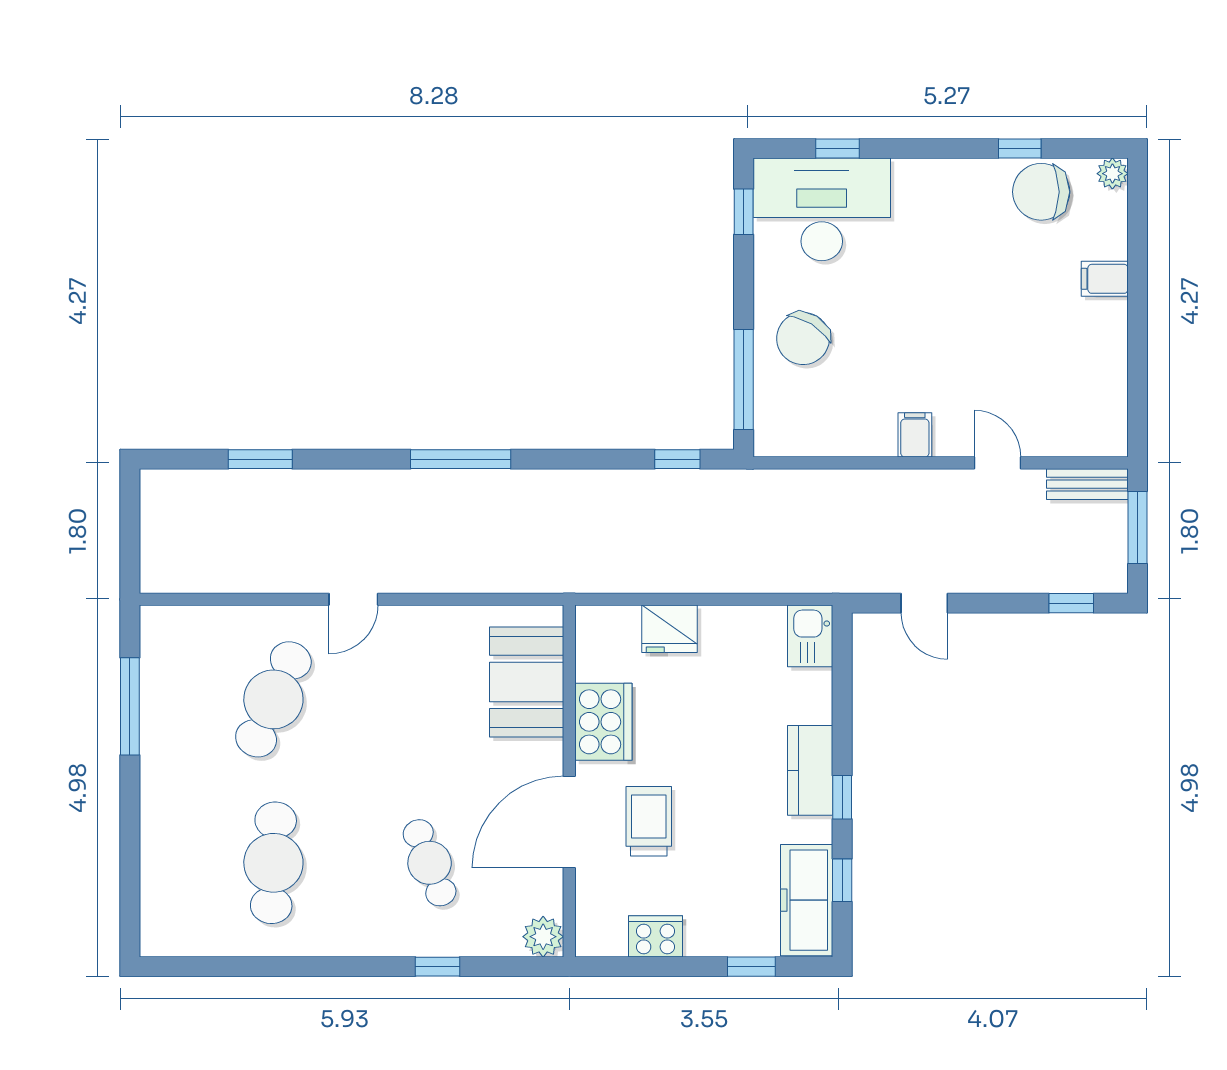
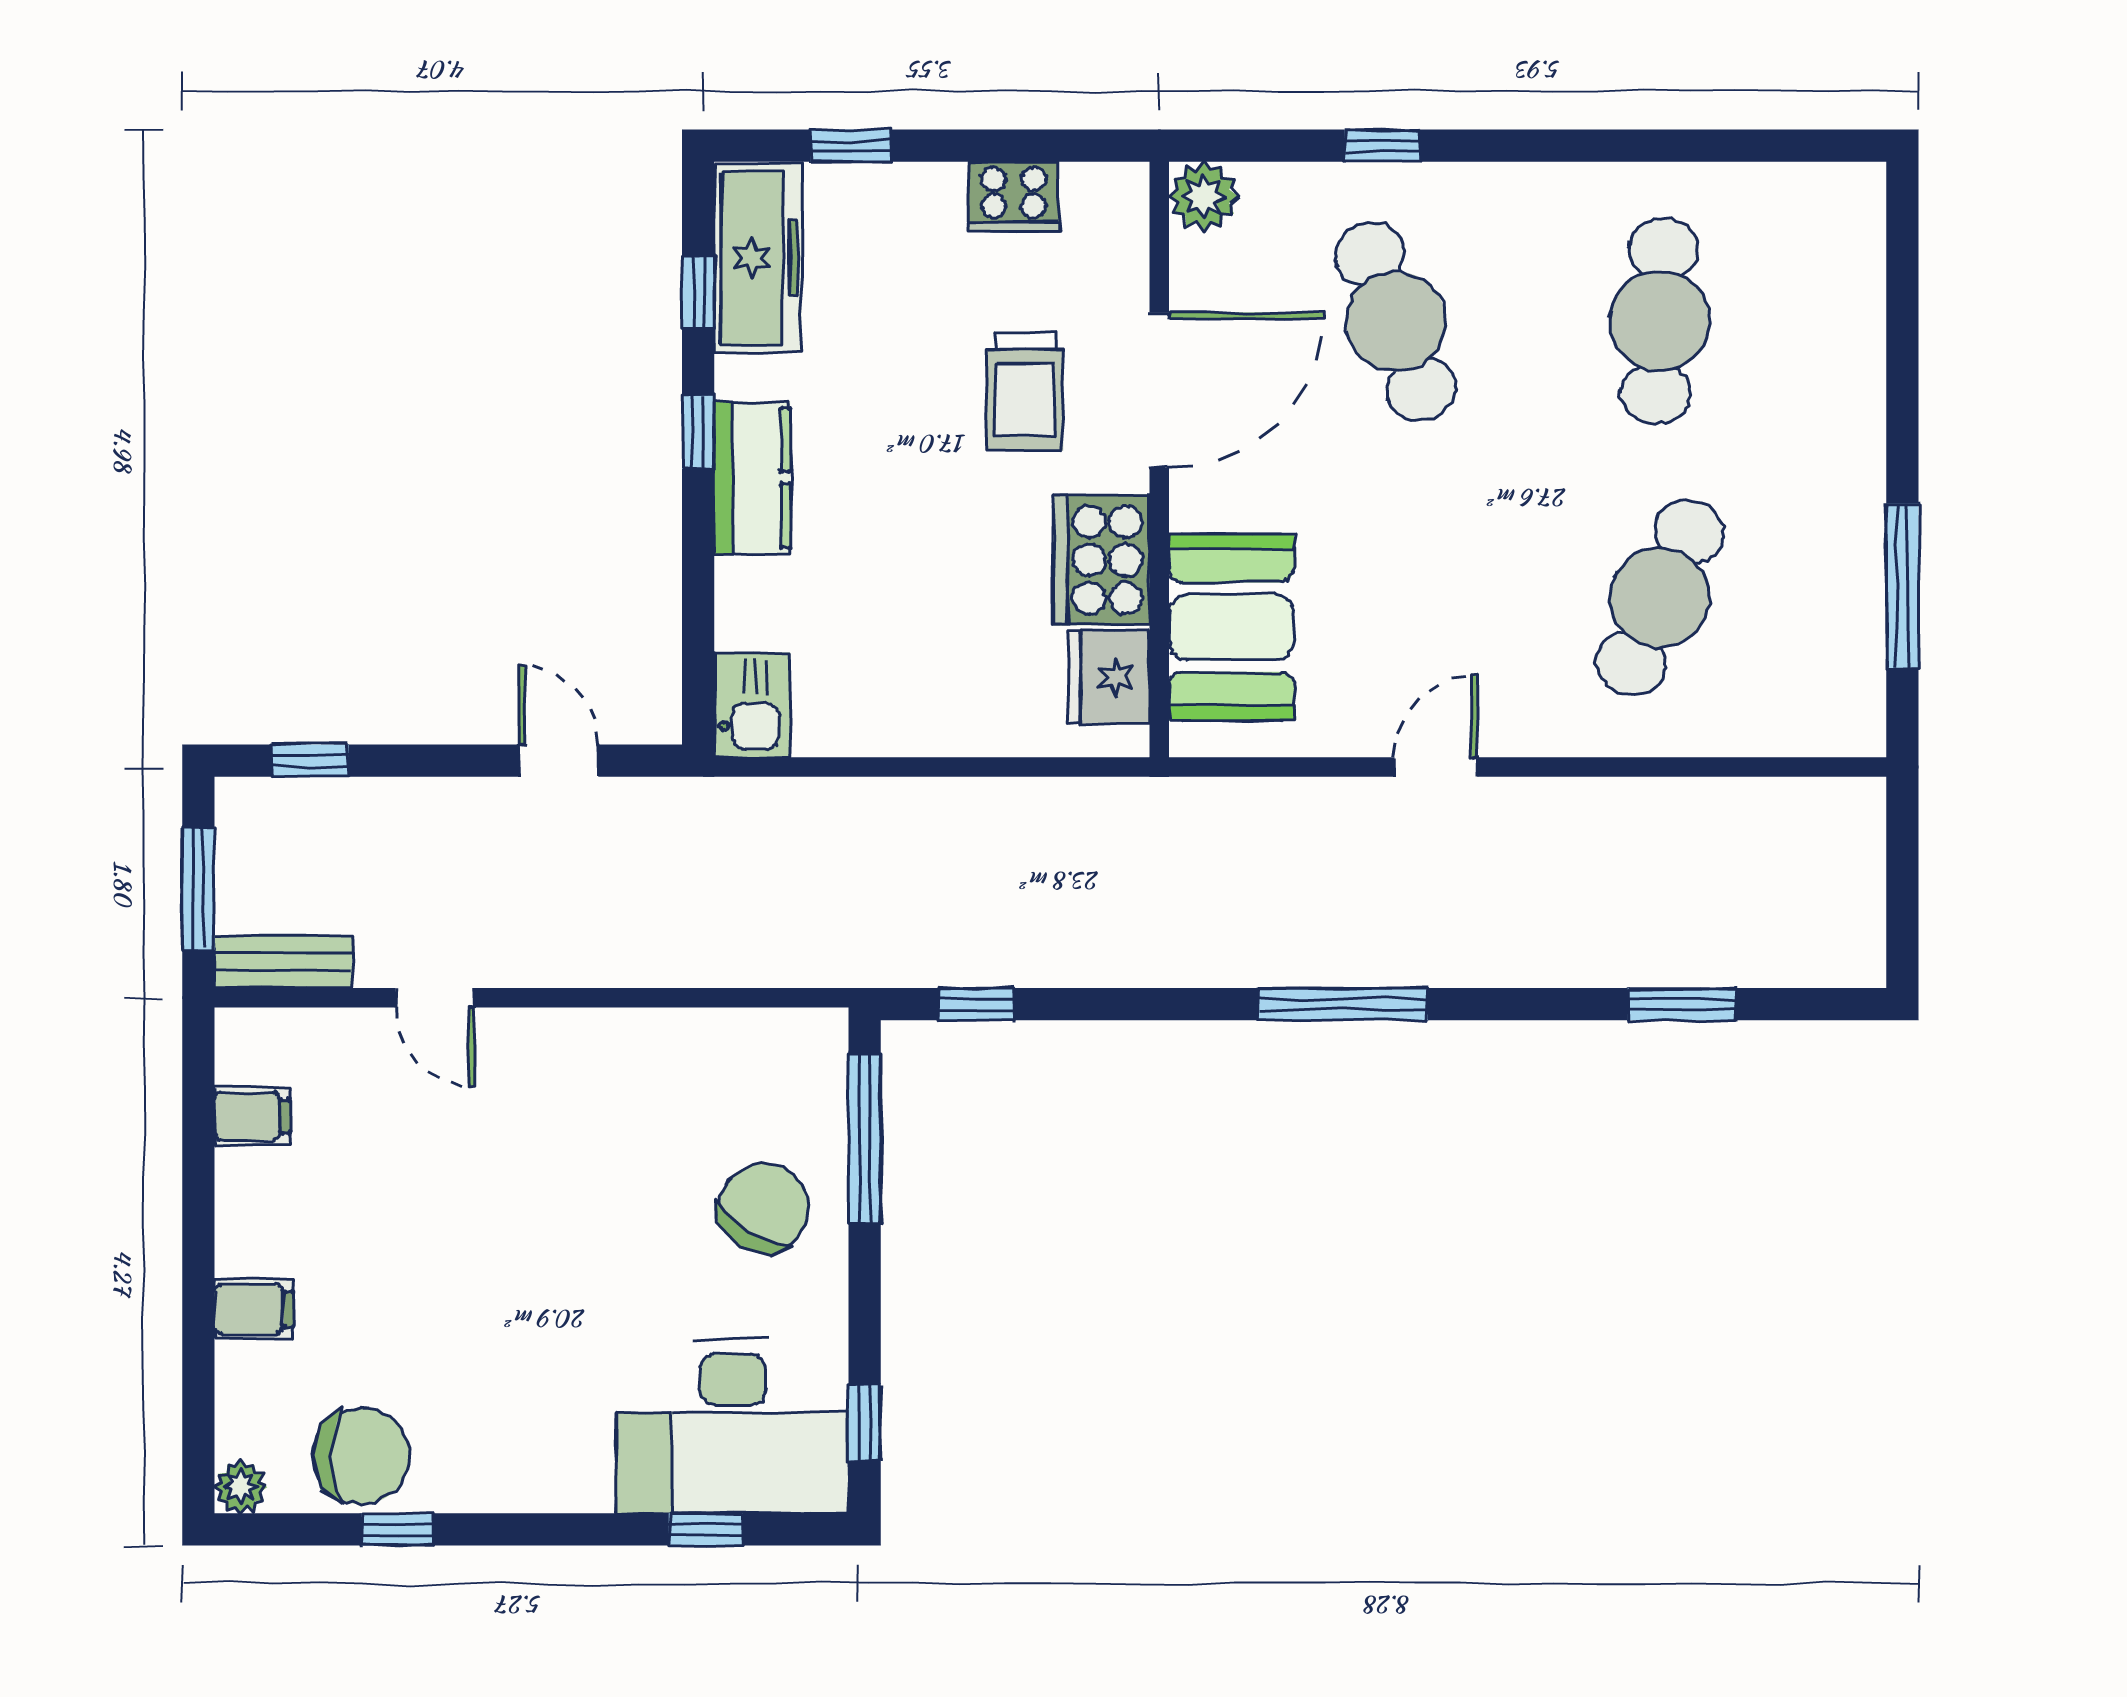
filing cabinet: (915, 435) -> (252, 1116), moved, turned -90
door: (353, 599) -> (1436, 767), moved
fridge: (670, 629) -> (1109, 677), moved, turned -90
cafe table: (430, 863) -> (1396, 321), width x1.37, depth x1.35

